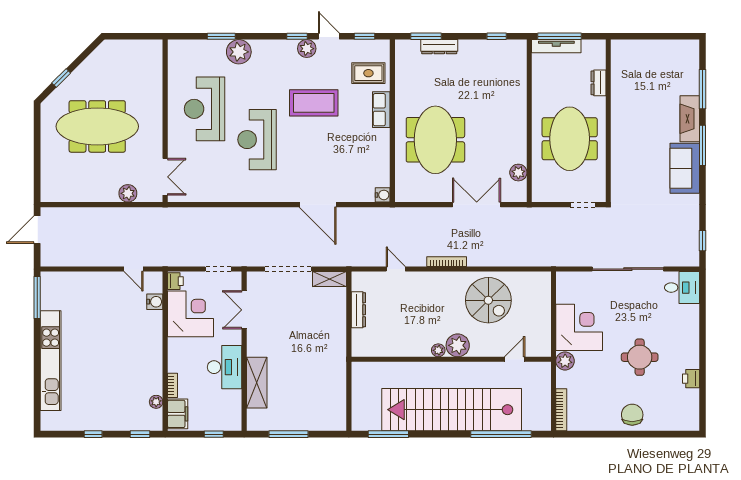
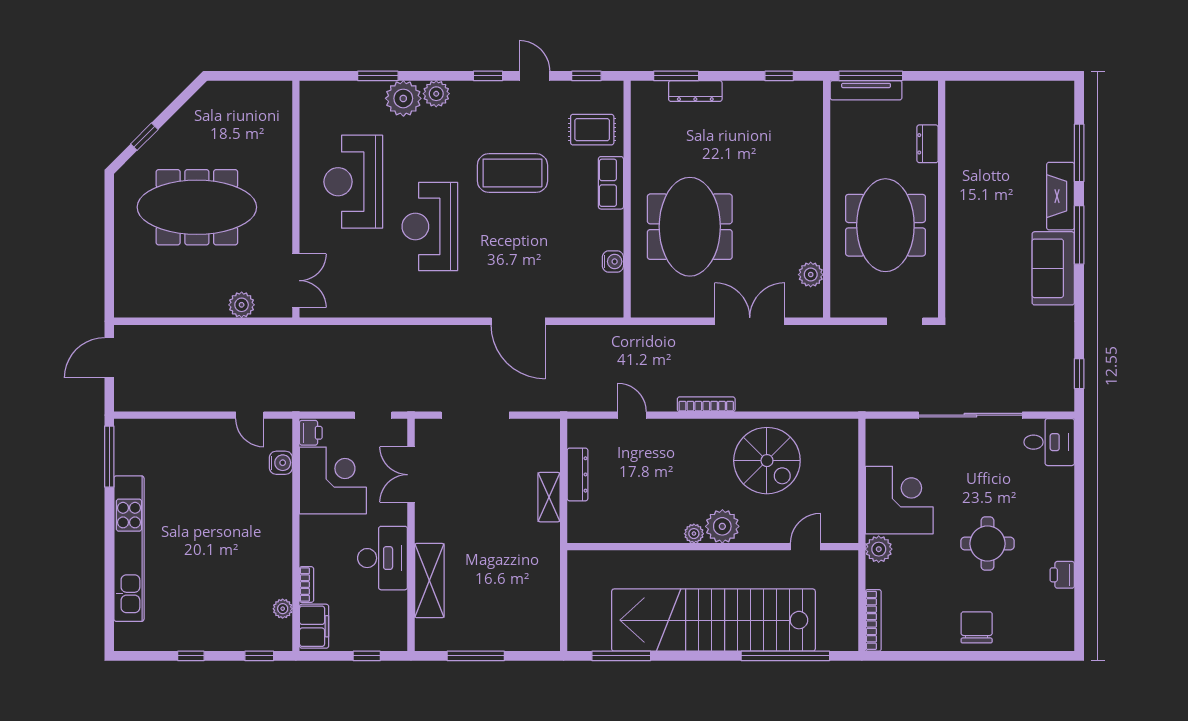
plant: (307, 49) -> (436, 94), moved
water cooler: (383, 195) -> (613, 262), moved
shelving: (329, 279) -> (549, 497), moved, turned 90

